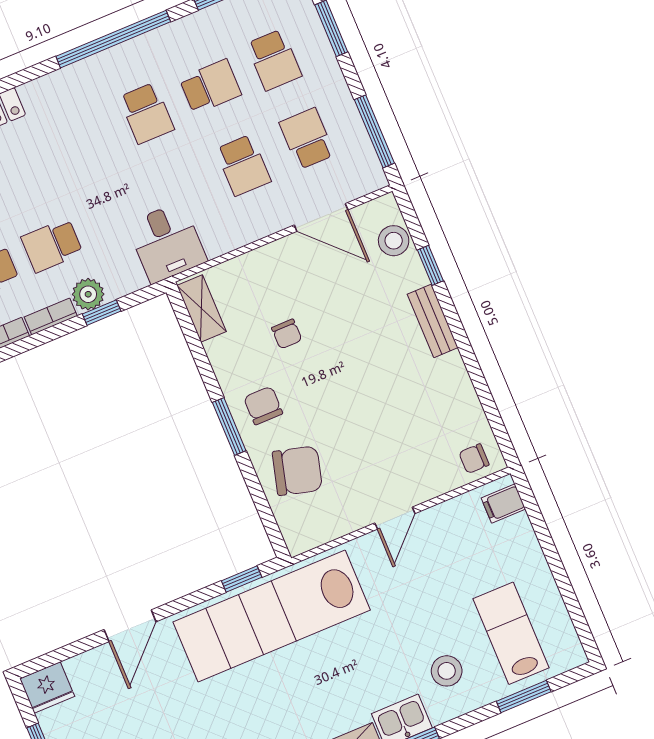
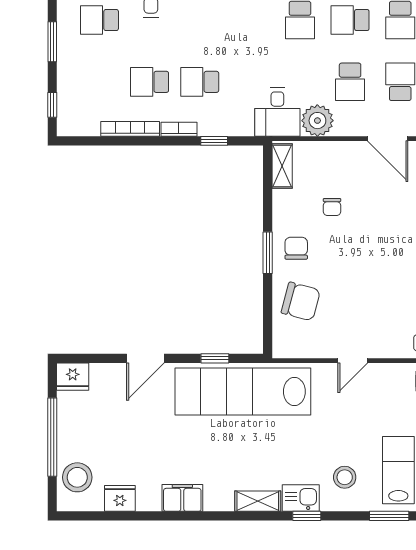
school desk: (210, 87) -> (350, 20), turned 180
plant: (88, 294) -> (317, 121), moved, width x1.36, depth x1.36
window: (242, 579) -> (215, 358), moved

